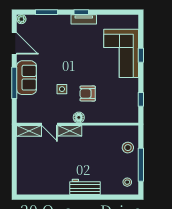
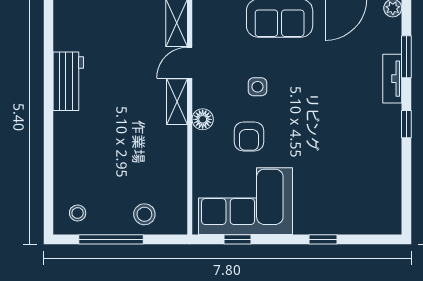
tv unit: (84, 19) -> (392, 79), moved
corner sofa: (121, 53) -> (245, 201), moved
armchair: (88, 94) -> (249, 136), turned 180
workbench: (85, 187) -> (68, 81), moved

